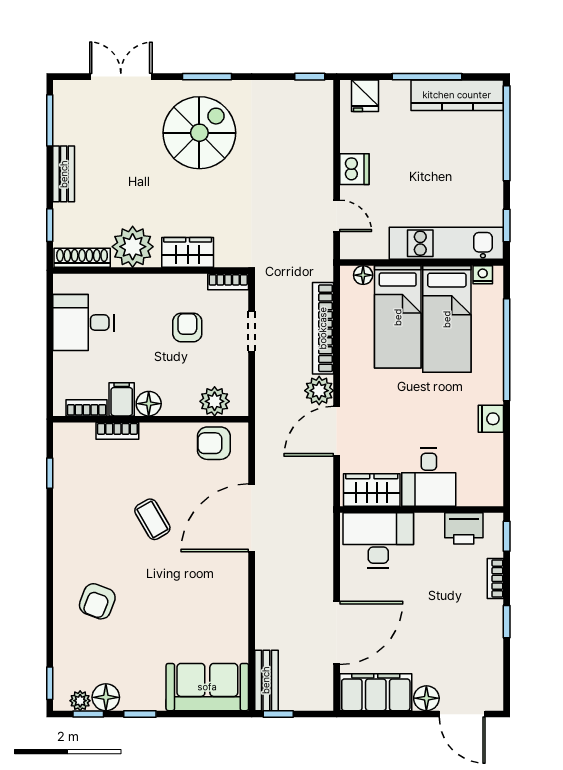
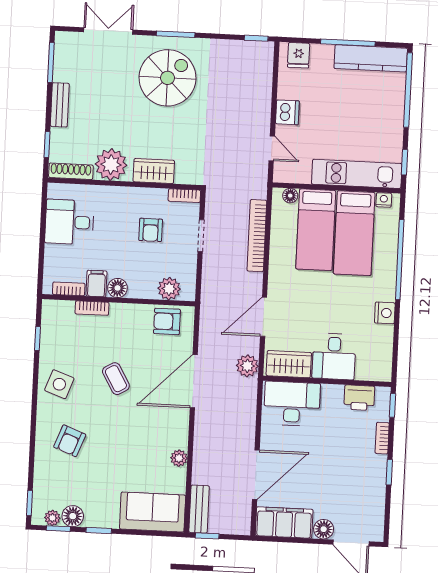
armchair: (187, 327) -> (151, 230), turned 180
plant: (319, 391) -> (247, 366), moved
side table: (81, 530) -> (59, 384), added
plant: (238, 617) -> (179, 458), added

